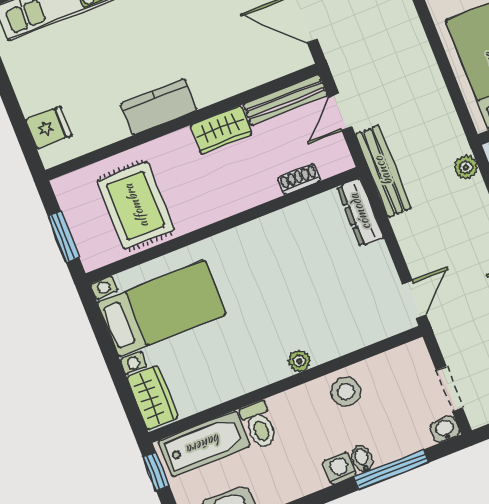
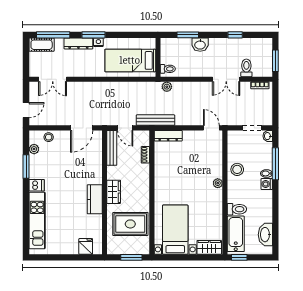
wardrobe: (221, 130) -> (114, 192), moved

